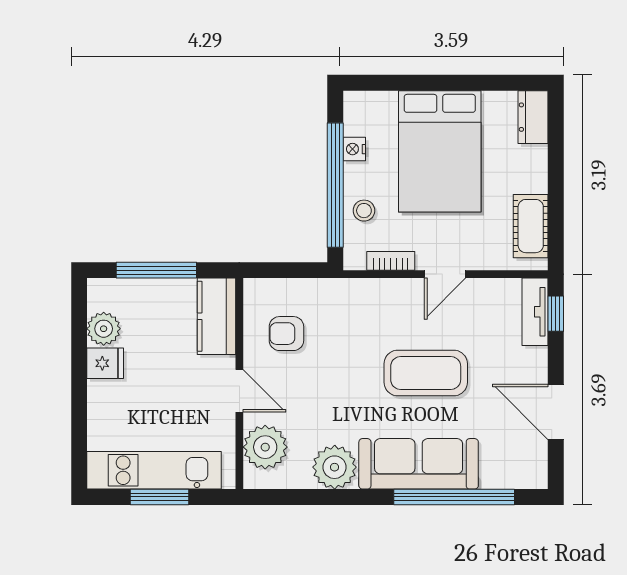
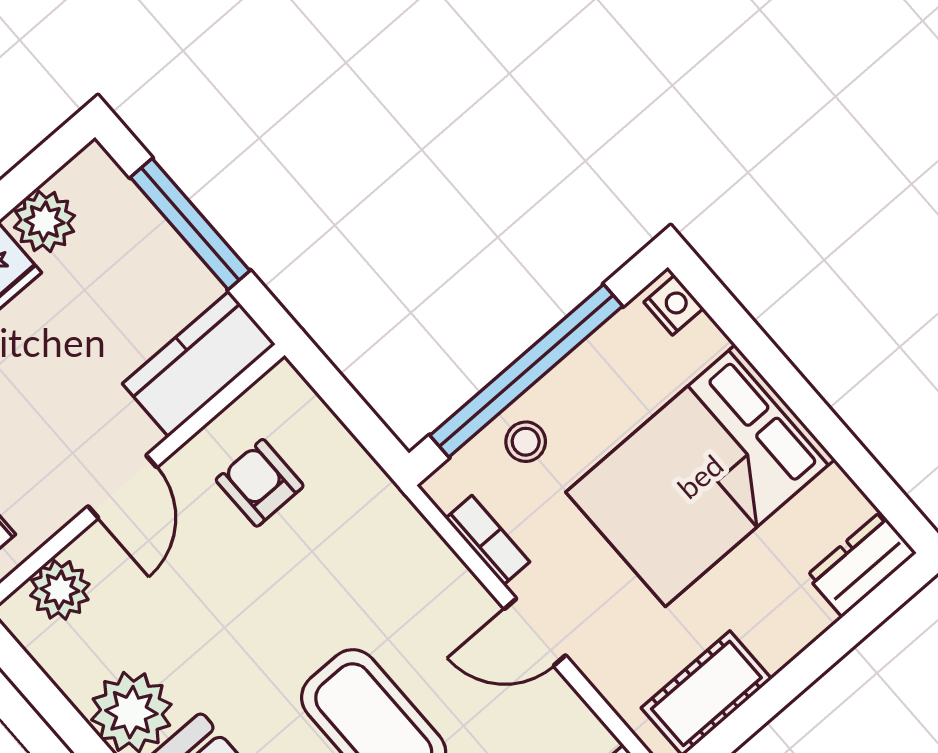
nightstand: (354, 149) -> (674, 305), moved, turned 90
plant: (265, 447) -> (60, 590), width x0.73, depth x0.73

